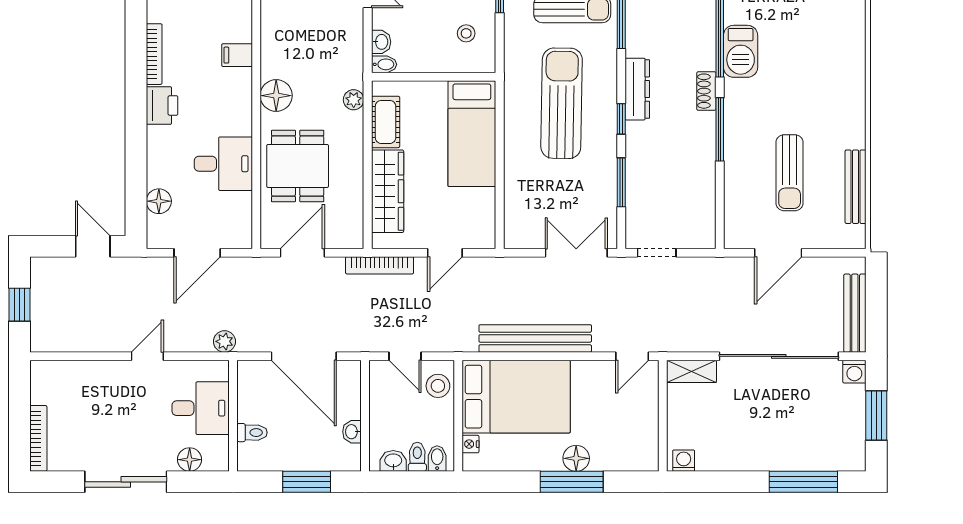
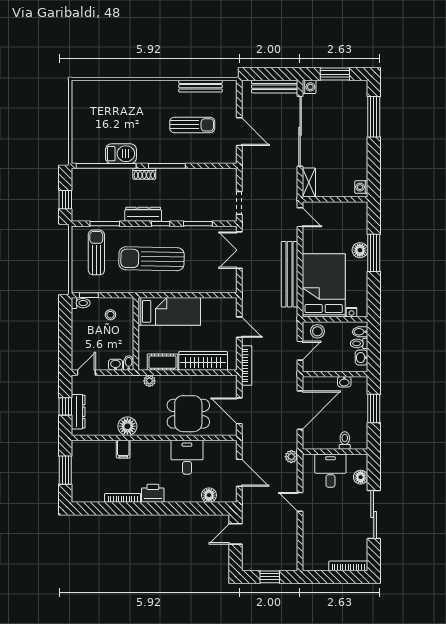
floor lamp: (276, 96) -> (127, 426), moved

